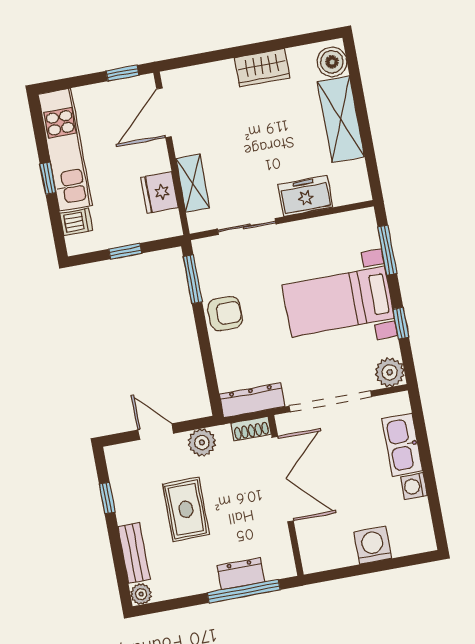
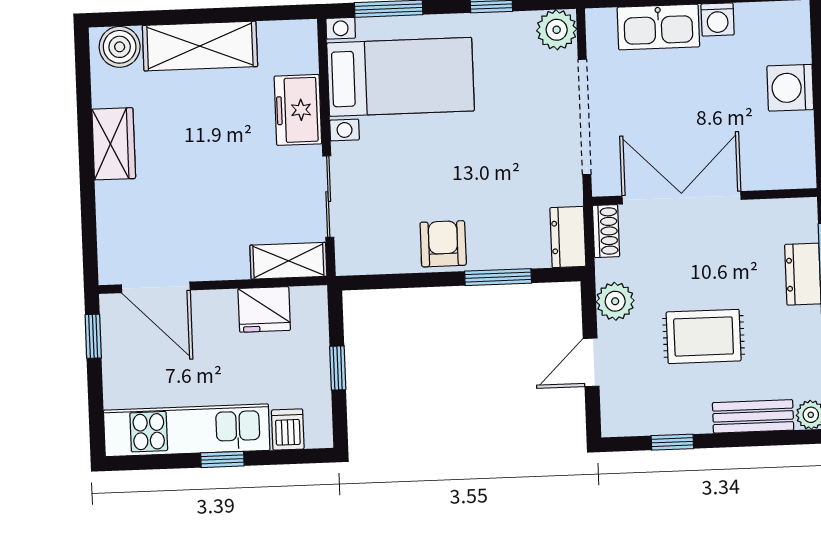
shelving: (193, 183) -> (288, 261), moved
window: (193, 279) -> (498, 277), moved
bed with nightstands: (338, 302) -> (401, 77), moved, turned -90
dresser: (252, 400) -> (568, 237), width x0.70

